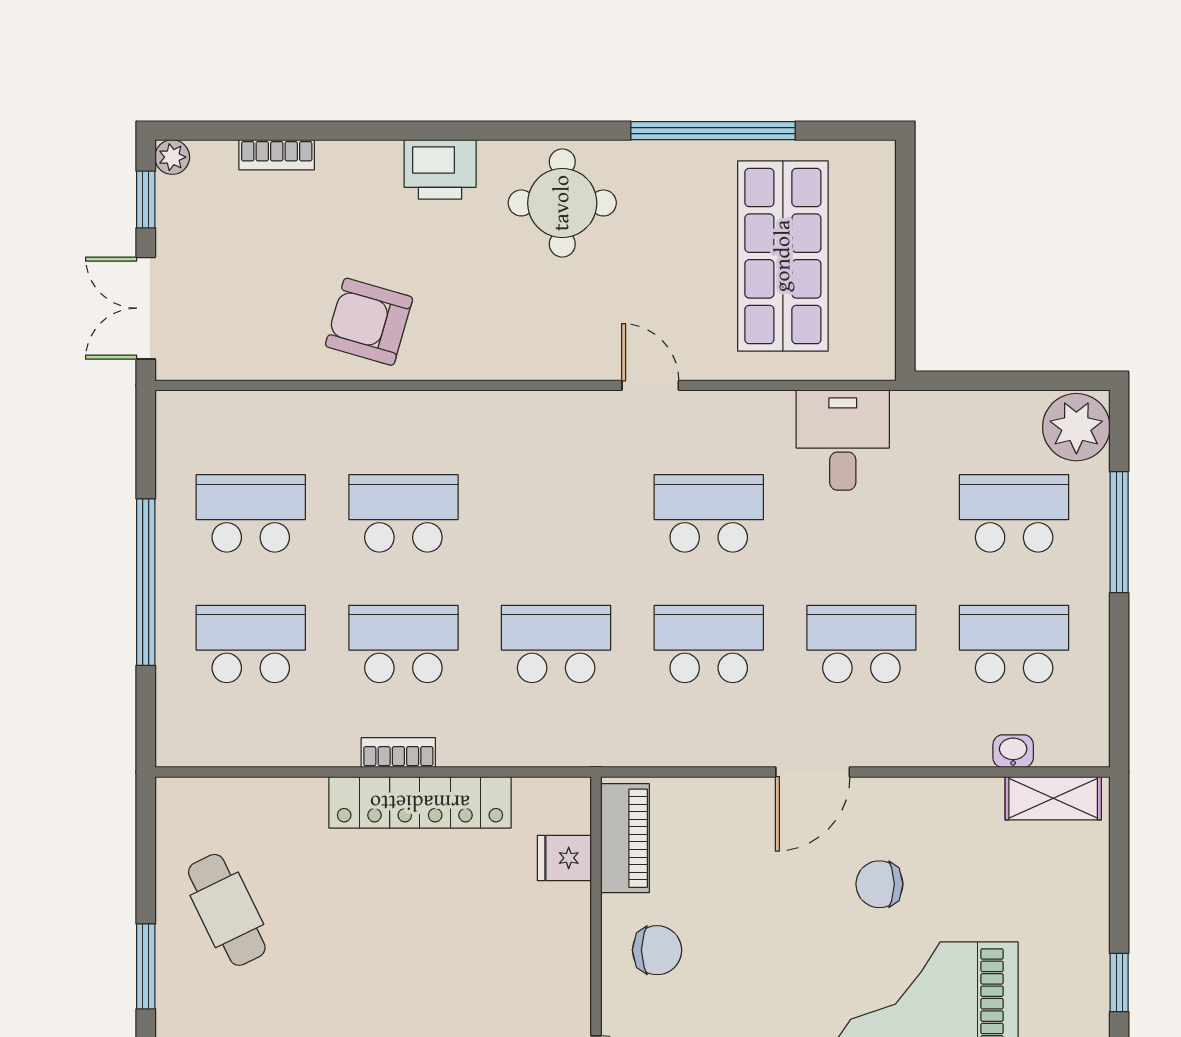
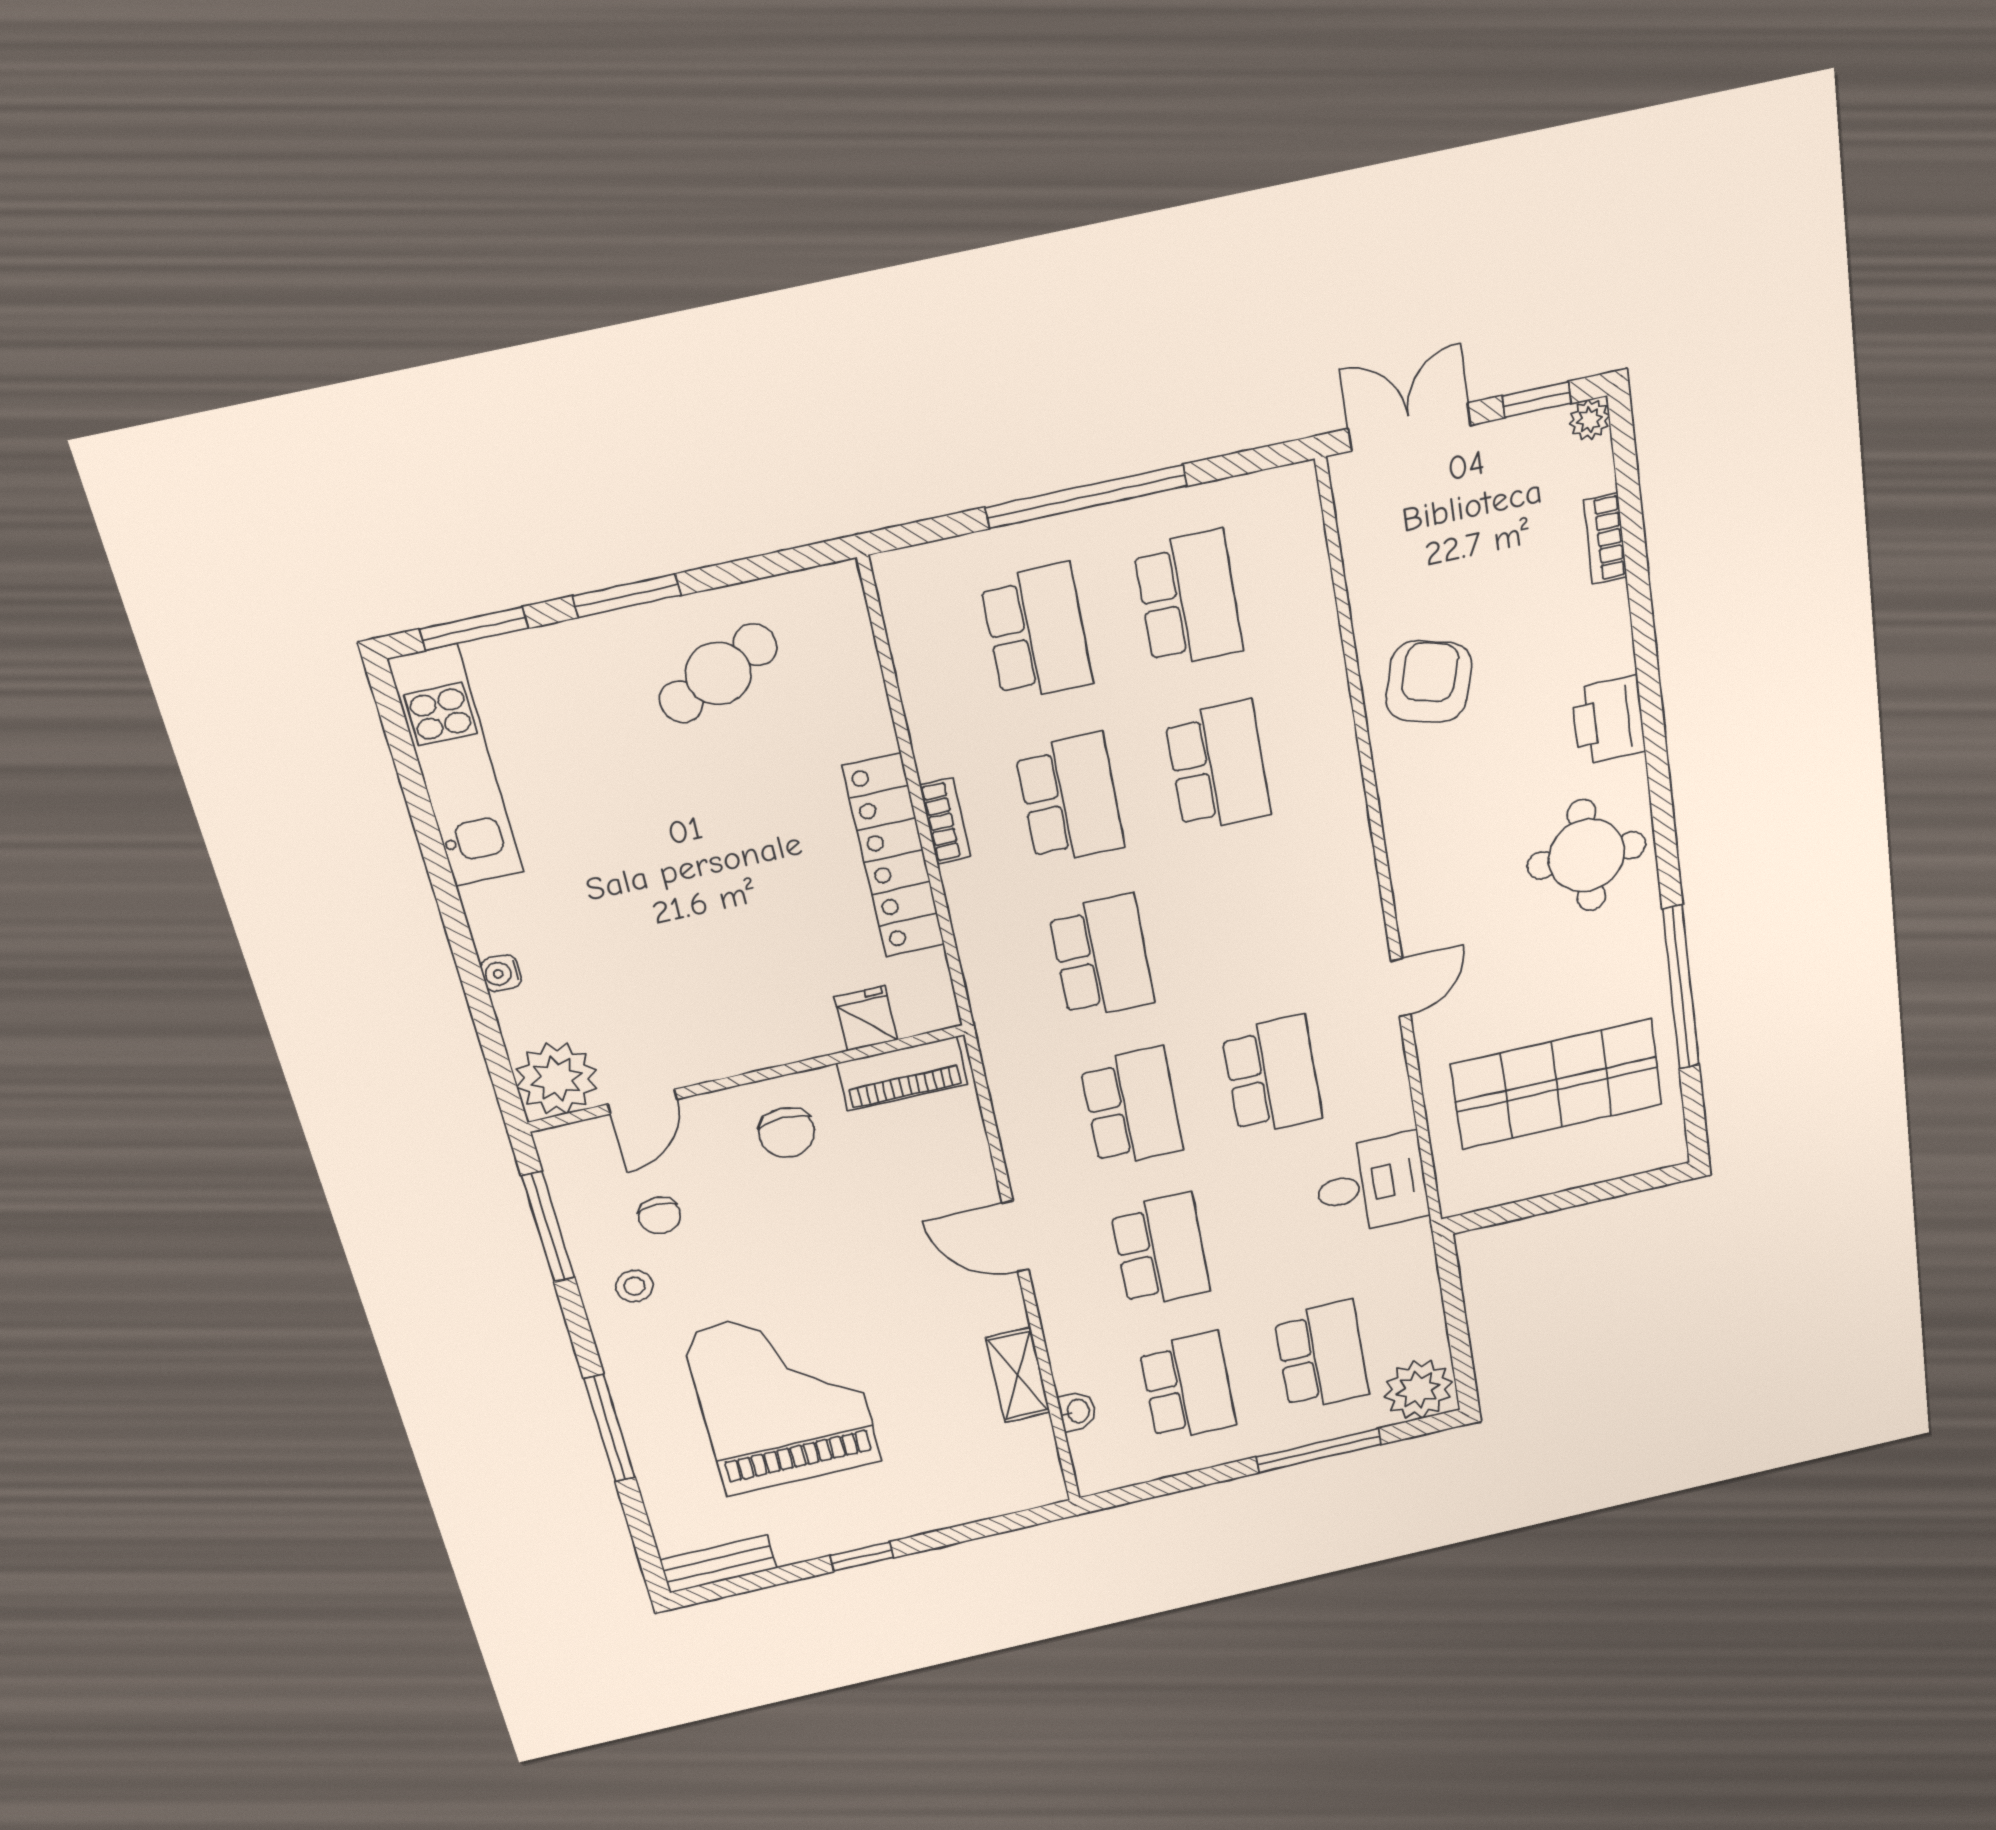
shelving: (1053, 798) -> (1018, 1375), moved
chair: (879, 884) -> (911, 1325), removed

